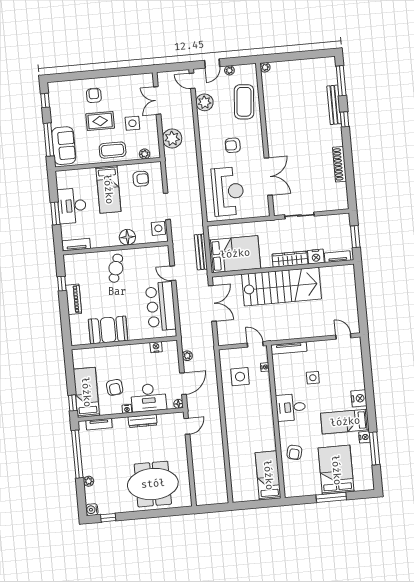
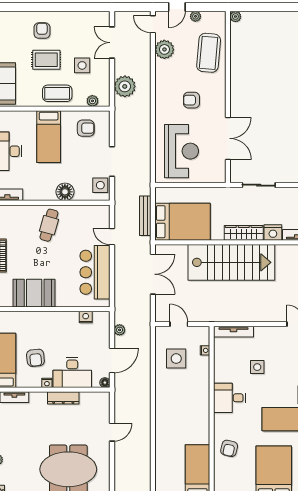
door: (255, 344) -> (179, 324), moved
door: (187, 426) -> (112, 432), moved

